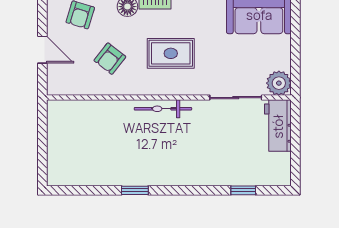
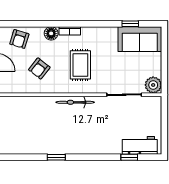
rug: (171, 53) -> (80, 65), turned 90
workbench: (278, 126) -> (140, 145), moved, turned 90

